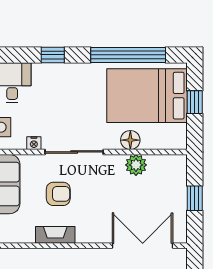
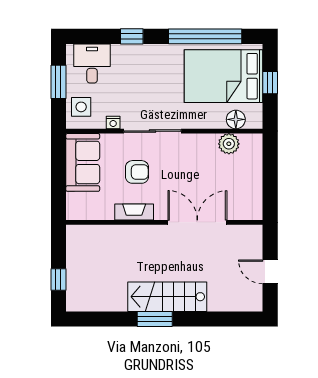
floor lamp: (130, 140) -> (236, 119), moved
plant: (136, 165) -> (229, 144), moved
window: (195, 198) -> (270, 176), removed
double door: (143, 246) -> (197, 222), moved

